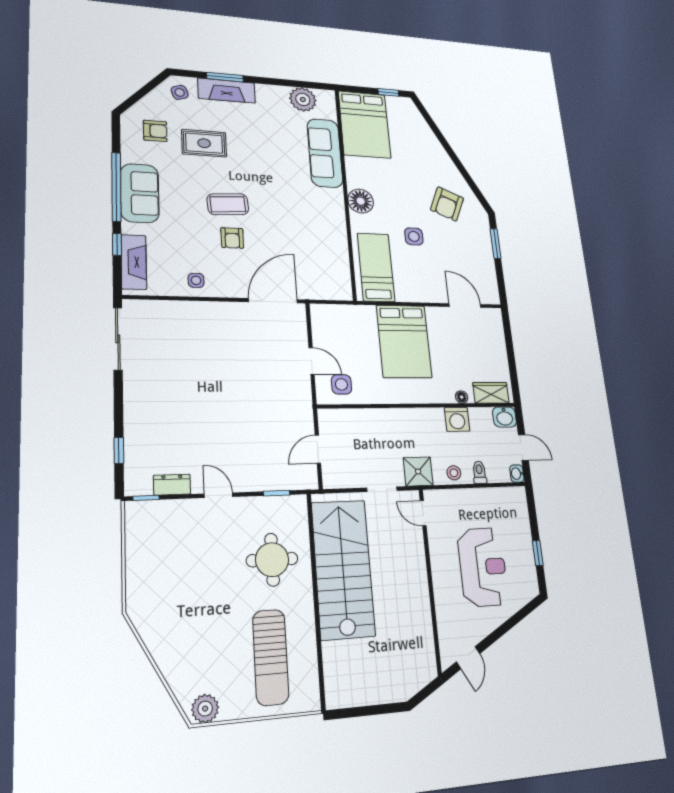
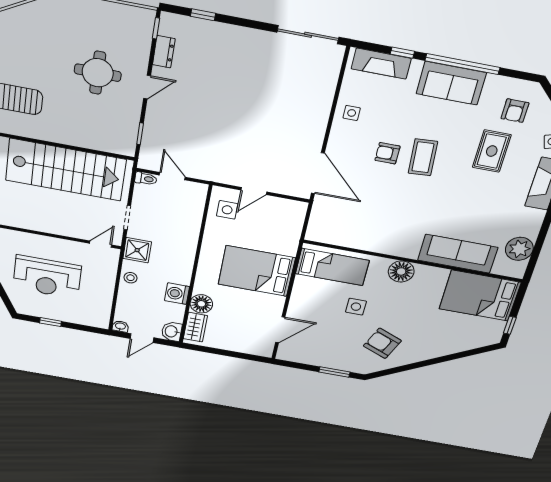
floor lamp: (462, 397) -> (201, 304), width x1.89, depth x1.89
toilet: (479, 472) -> (146, 179), moved
round table: (272, 560) -> (98, 73), moved

